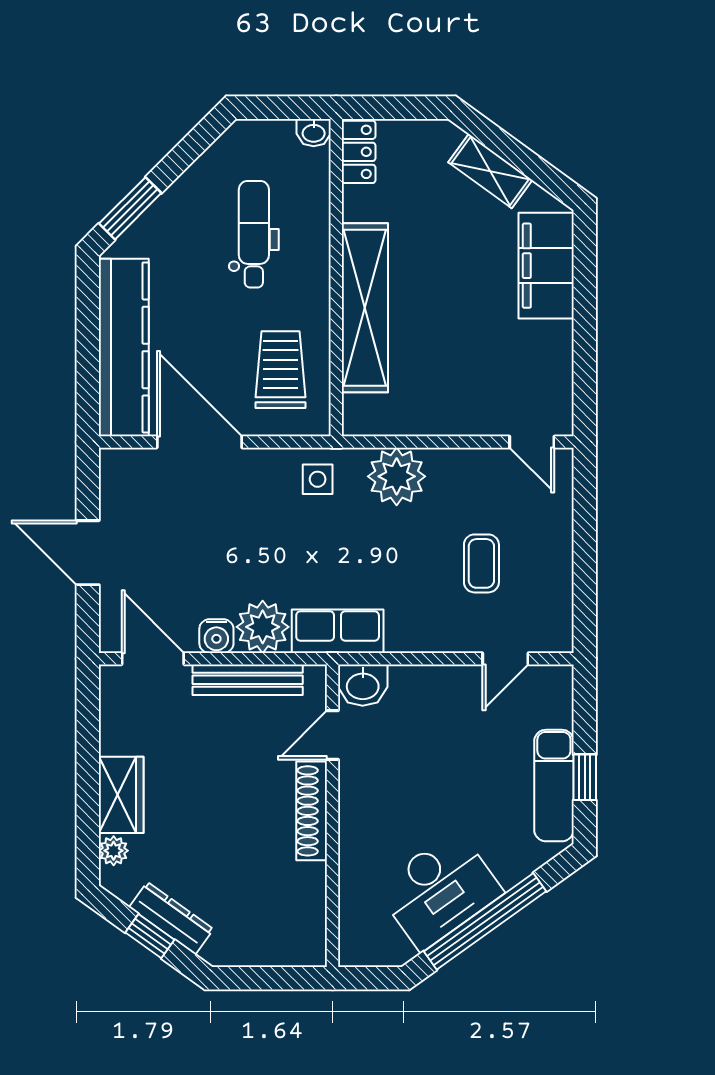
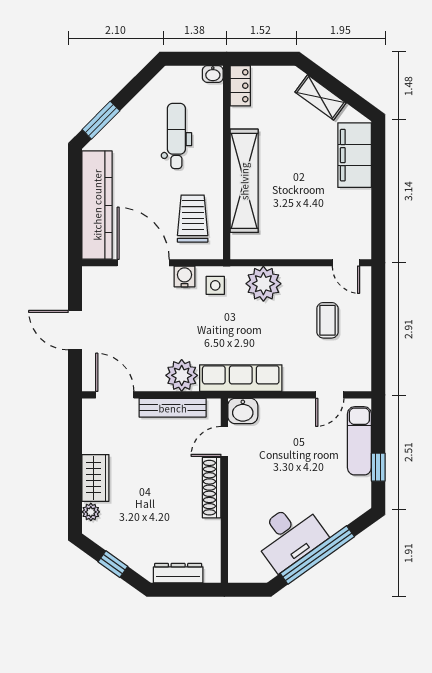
coffee table: (481, 563) -> (327, 320), moved
row of seats: (338, 631) -> (241, 378), width x1.48
water cooler: (216, 636) -> (184, 276), moved, turned 180
exam couch: (554, 786) -> (359, 441), moved
dresser: (171, 918) -> (178, 573), moved, turned -36

